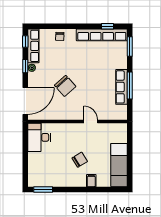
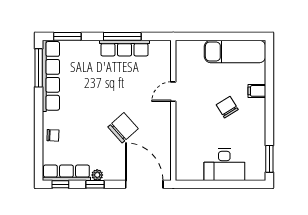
window: (108, 26) -> (39, 68), width x2.17
desk: (39, 137) -> (224, 165), moved

